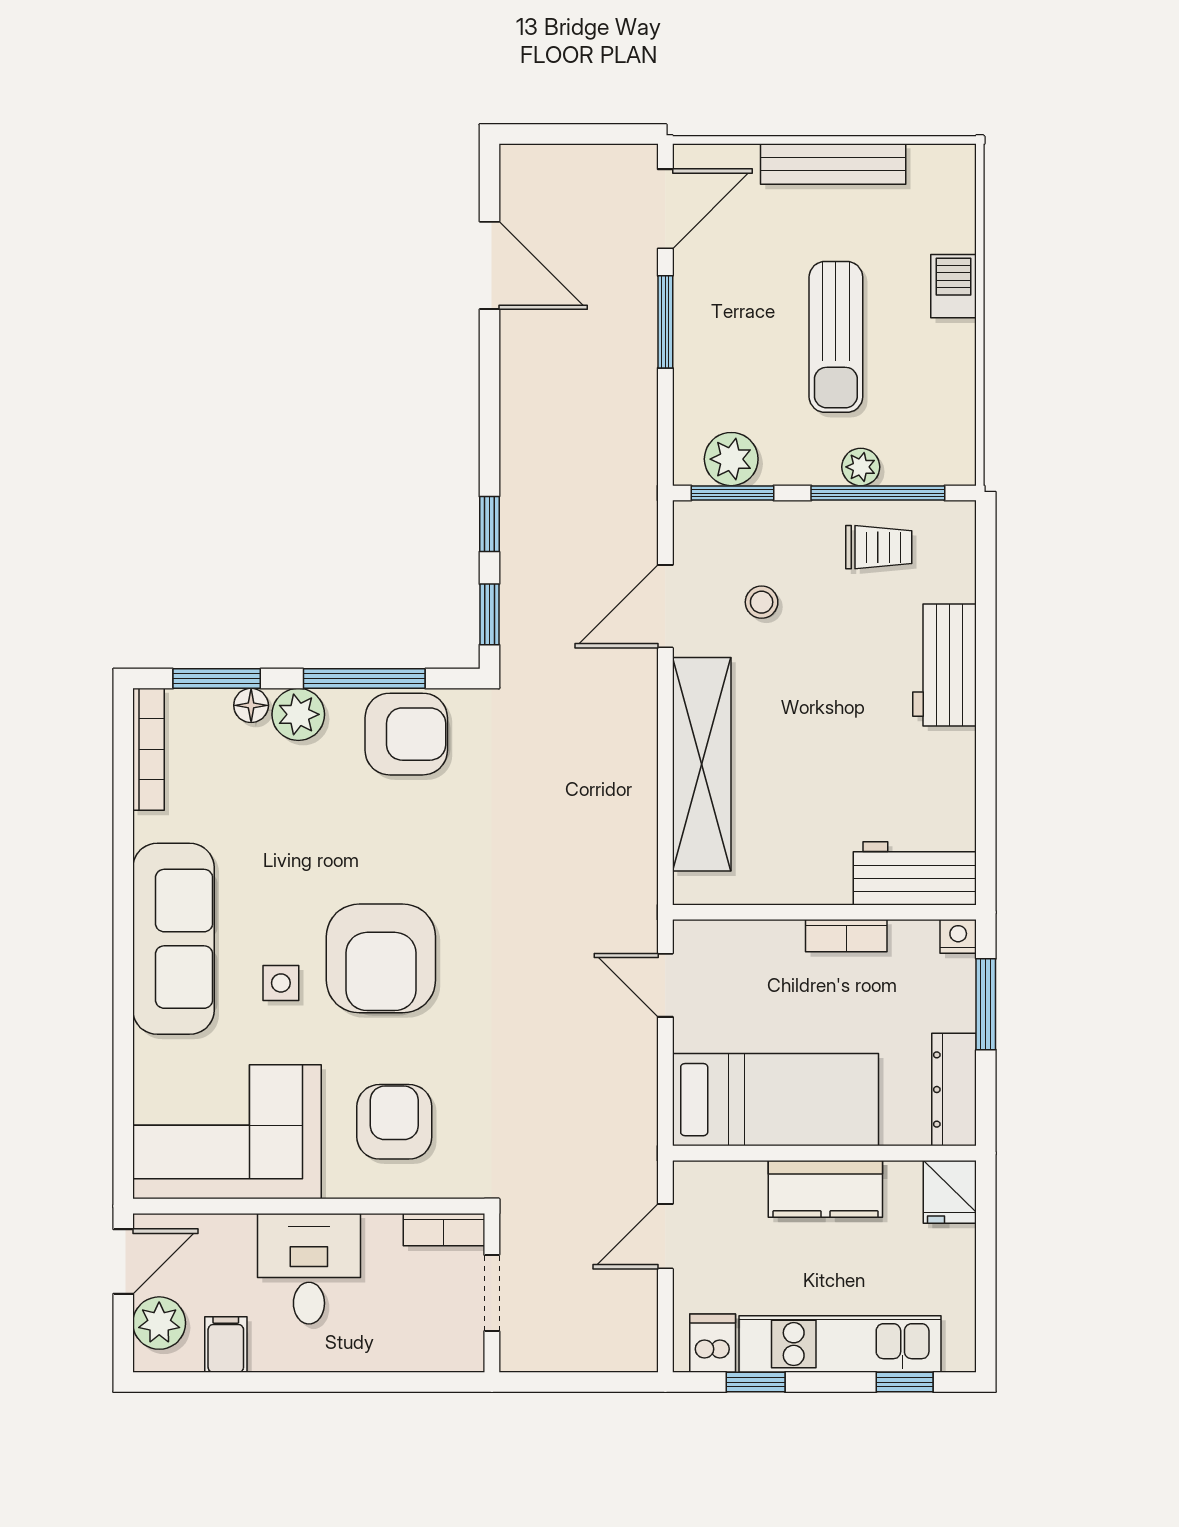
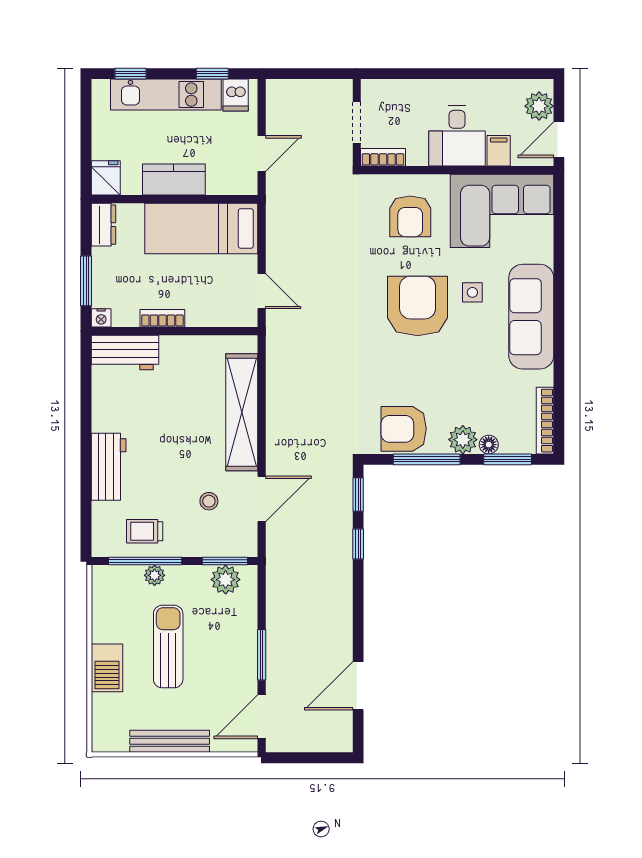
door: (489, 265) -> (358, 686), hinge flipped
barbecue: (954, 286) -> (107, 668), width x1.38, depth x1.27
dresser: (954, 1090) -> (103, 225), width x0.70
filing cabinet: (226, 1345) -> (499, 151), moved, turned 180

